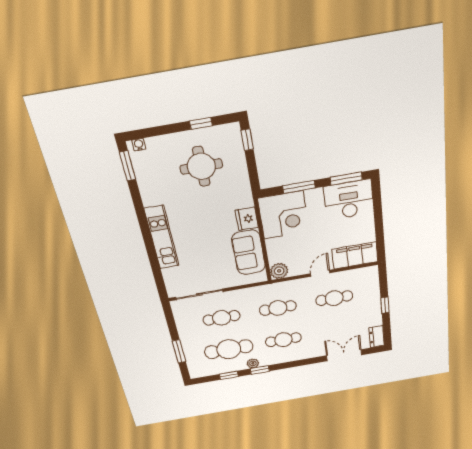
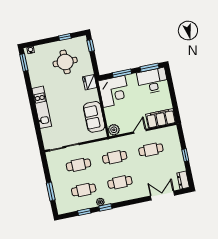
fridge: (247, 219) -> (90, 82), moved
cafe table: (229, 349) -> (84, 190), width x0.73, depth x0.74

